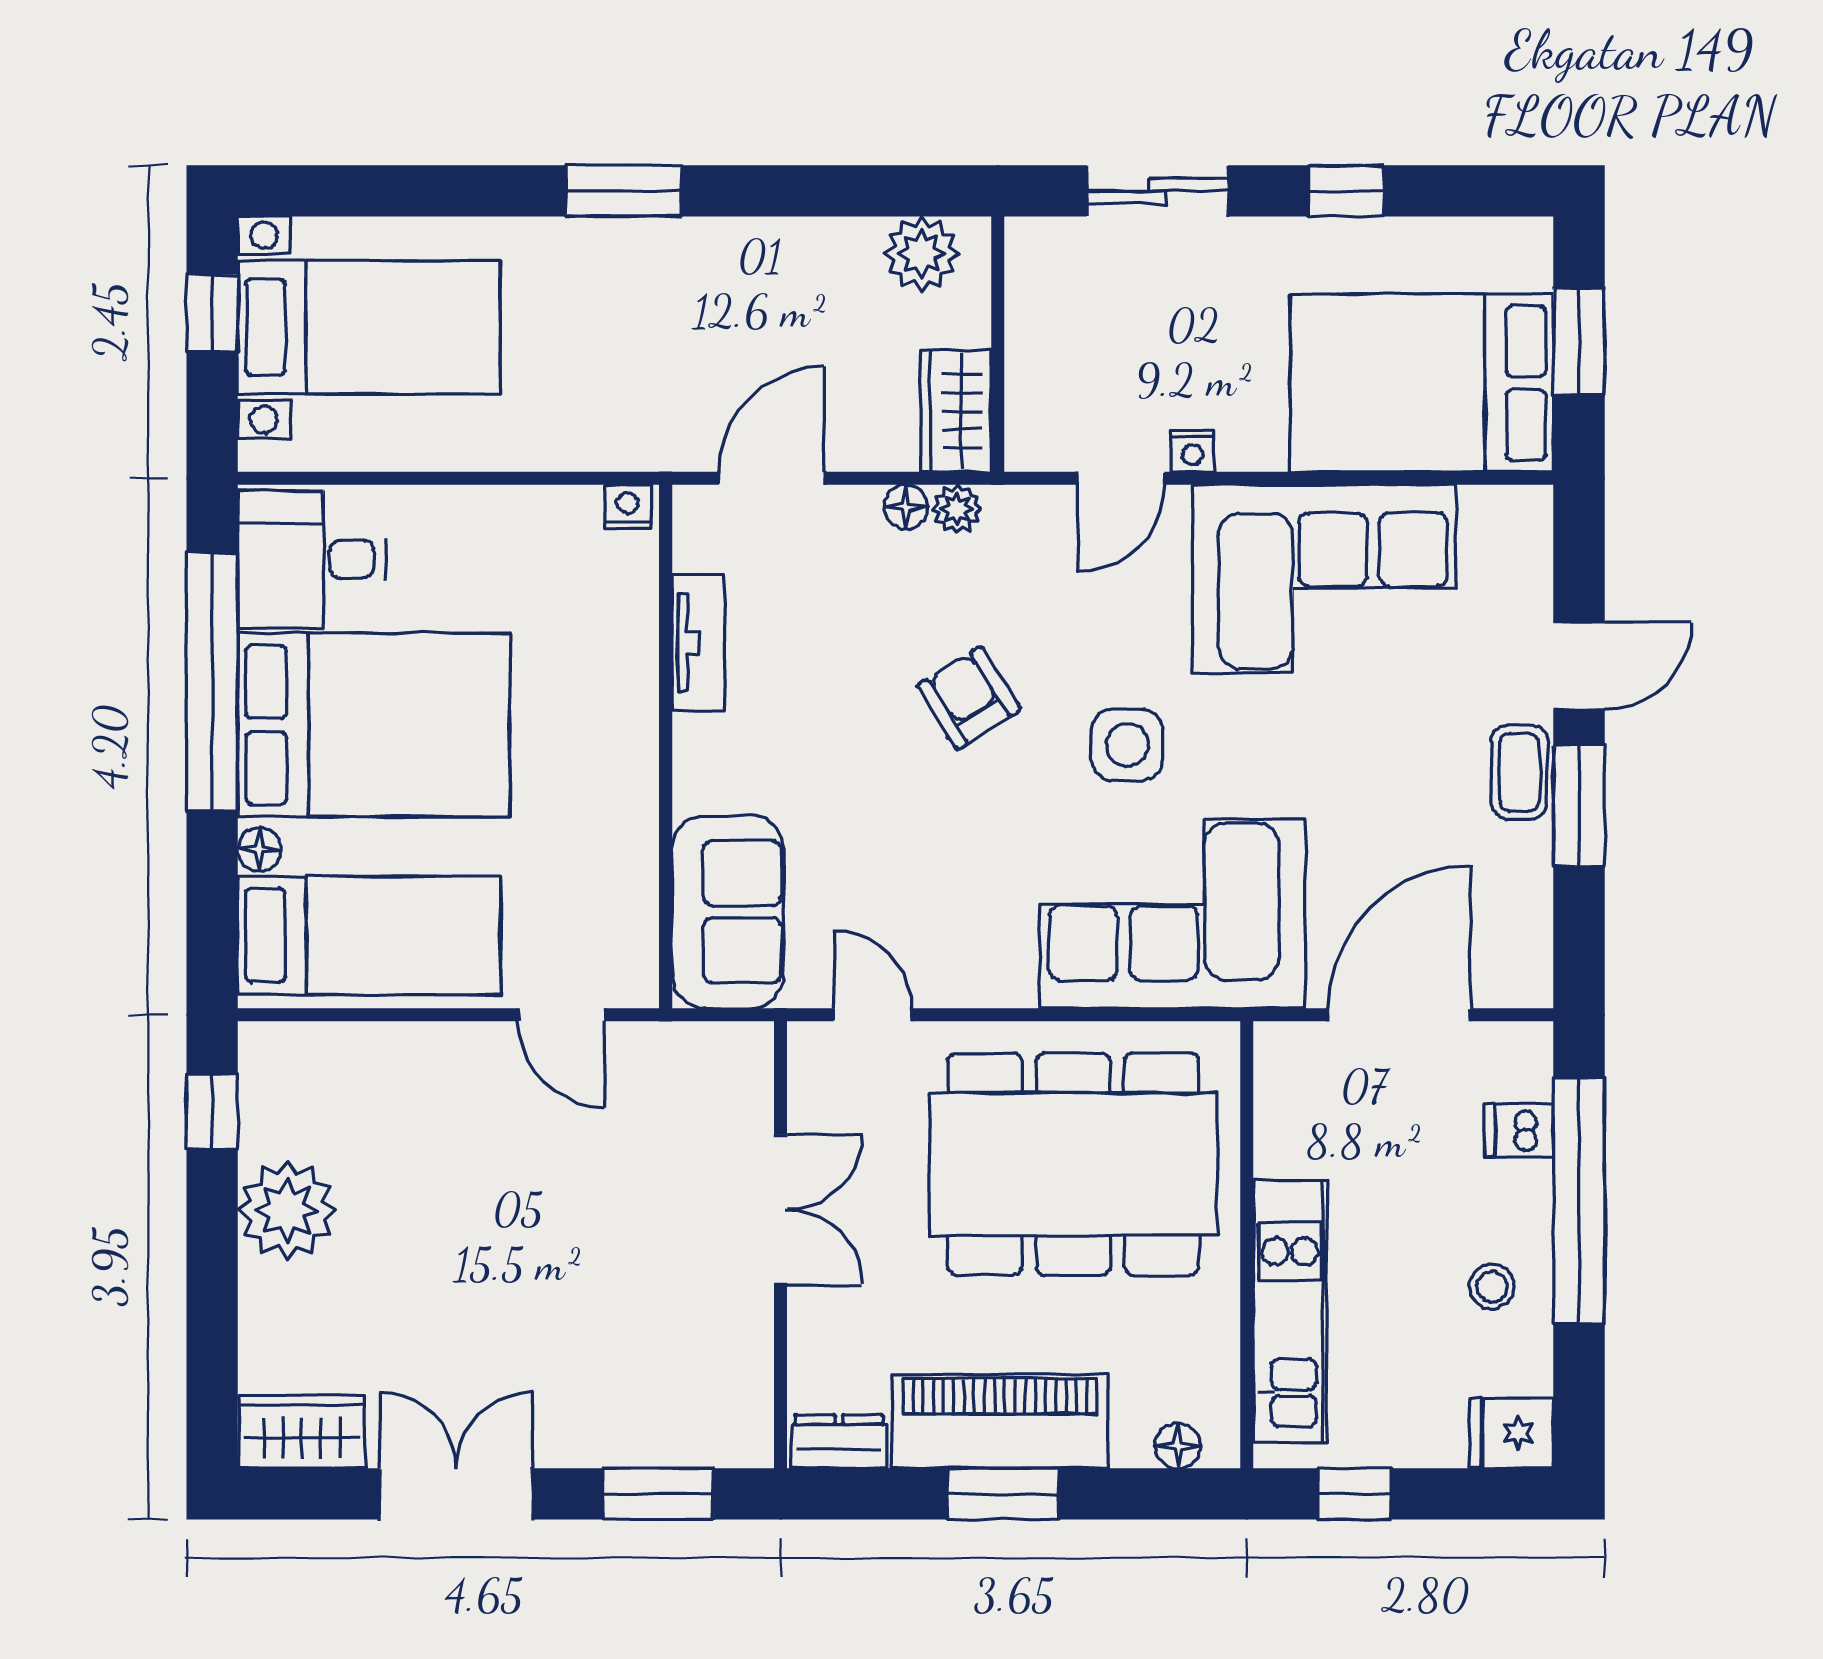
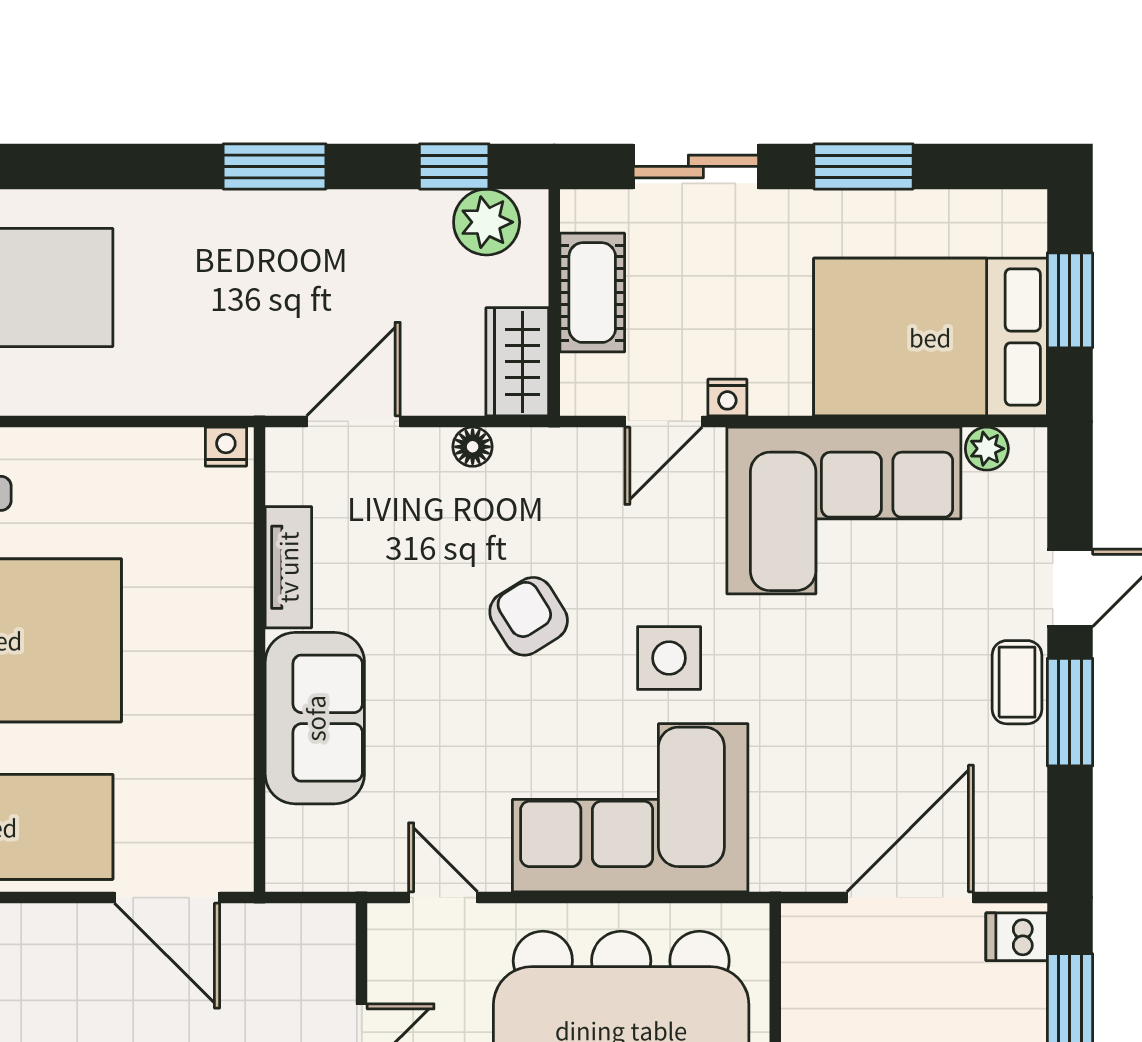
window: (623, 191) -> (275, 166), moved
window: (885, 191) -> (454, 166), added
window: (1346, 191) -> (864, 166), width x1.50
cot: (1041, 333) -> (592, 293), added
plant: (957, 509) -> (987, 449), moved
sofa: (728, 912) -> (315, 718), moved
corner sofa: (1173, 914) -> (630, 808), moved
door: (561, 1015) -> (167, 898), width x1.38
dishwasher: (1519, 1130) -> (1017, 937), moved

